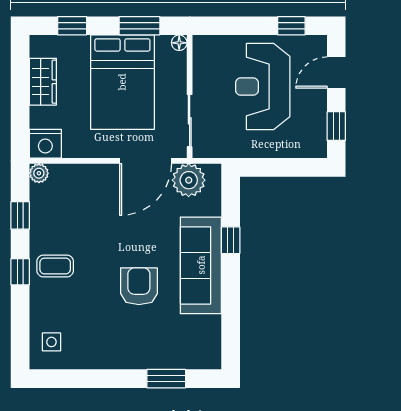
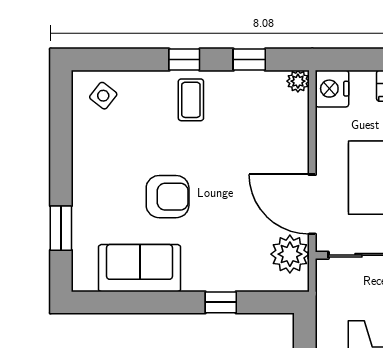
sofa: (201, 265) -> (140, 268), moved, width x0.73
side table: (51, 342) -> (103, 96), turned 38

